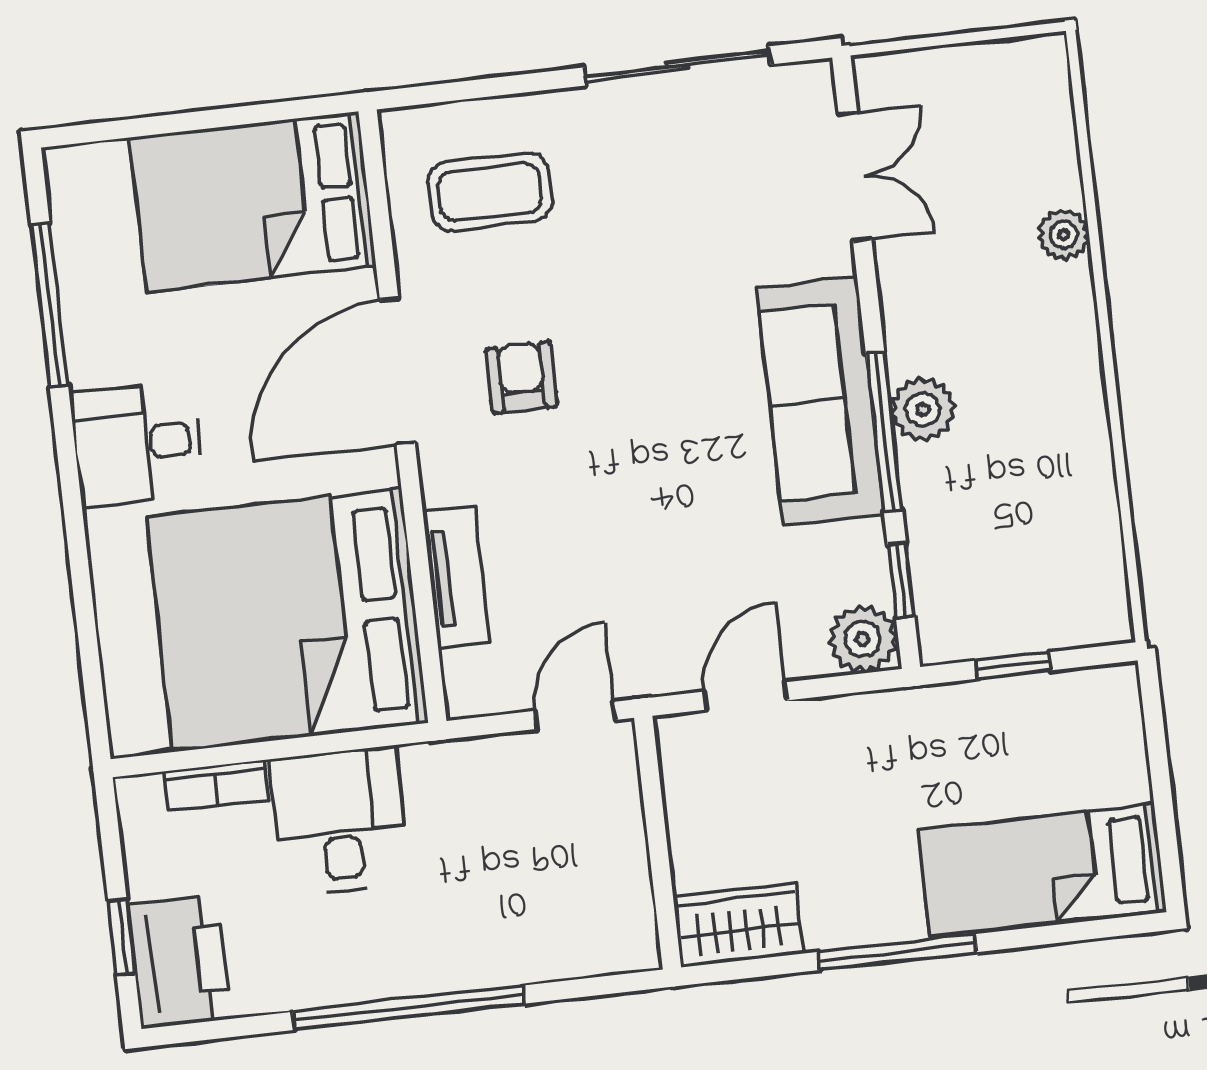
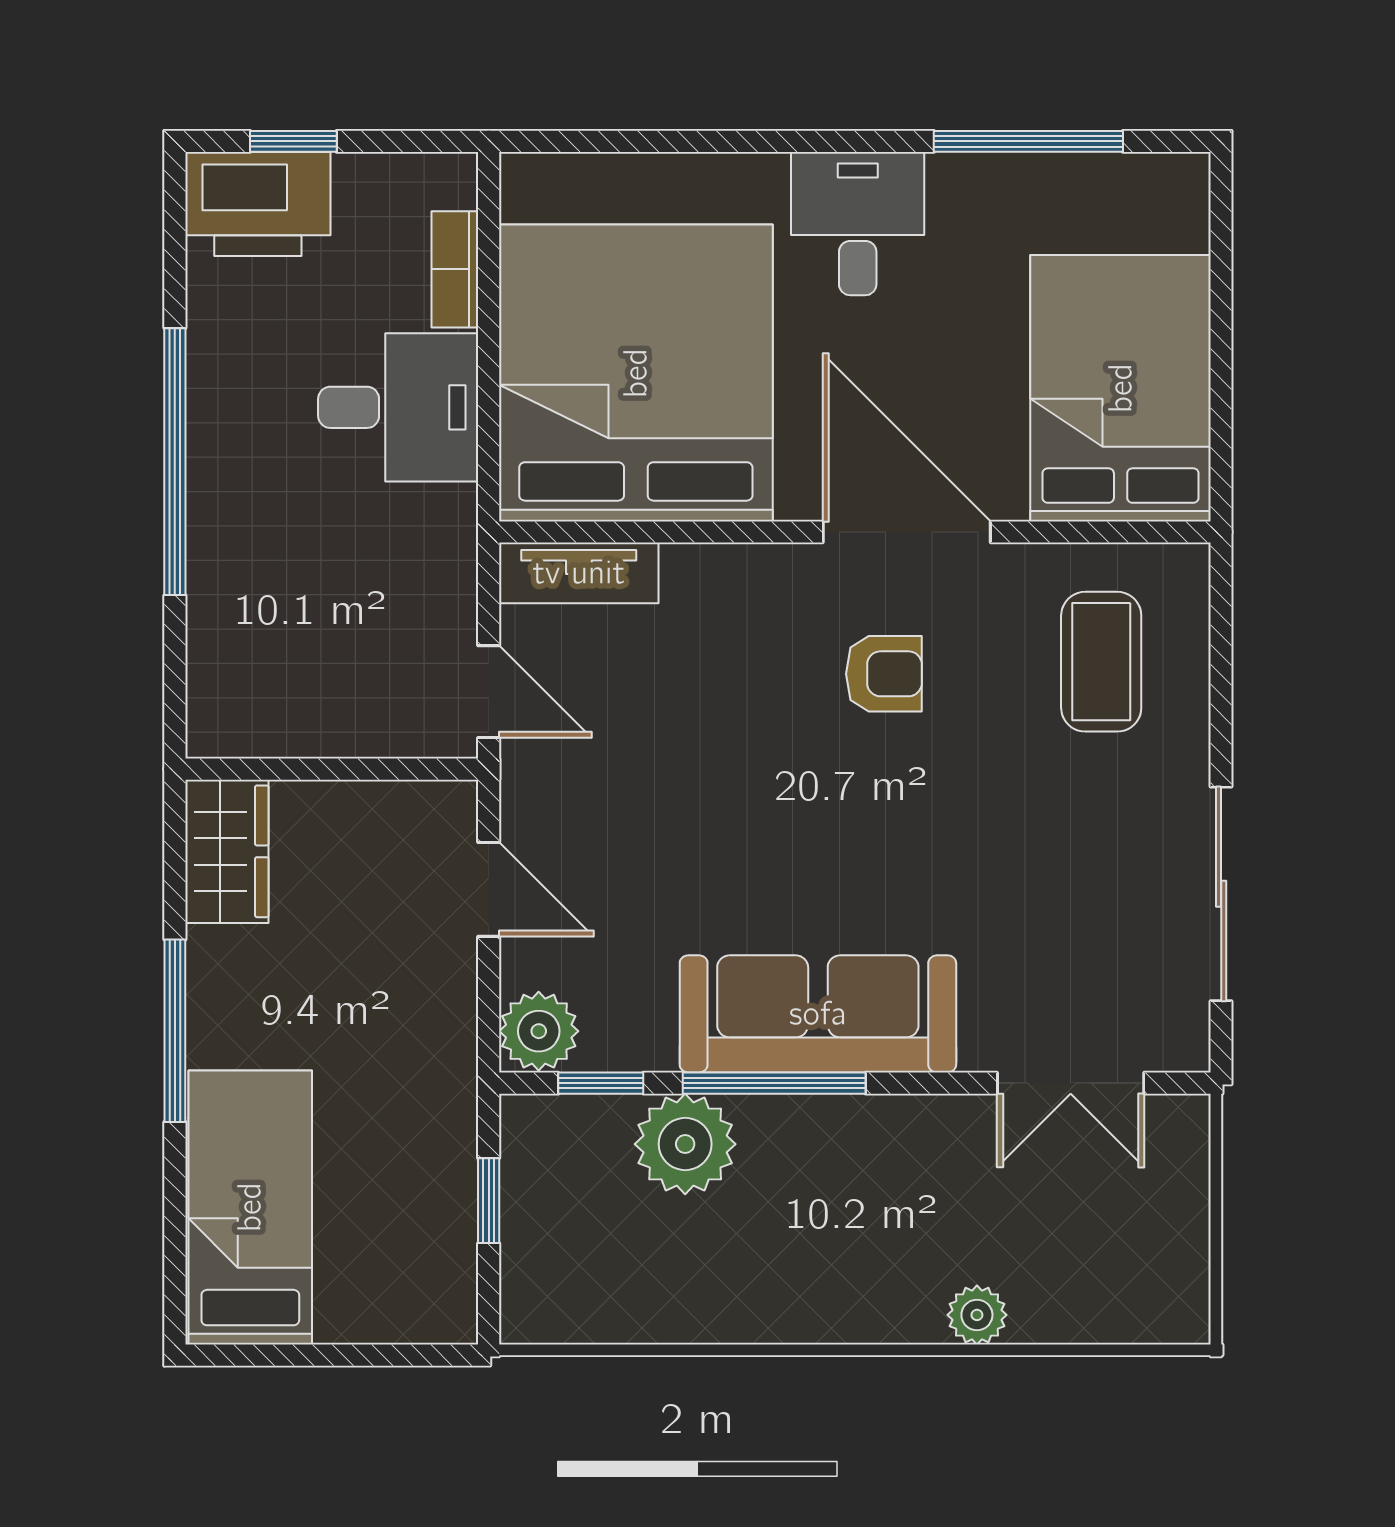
plant: (923, 409) -> (685, 1144), moved, width x1.36, depth x1.36
tv unit: (456, 577) -> (579, 573), moved

